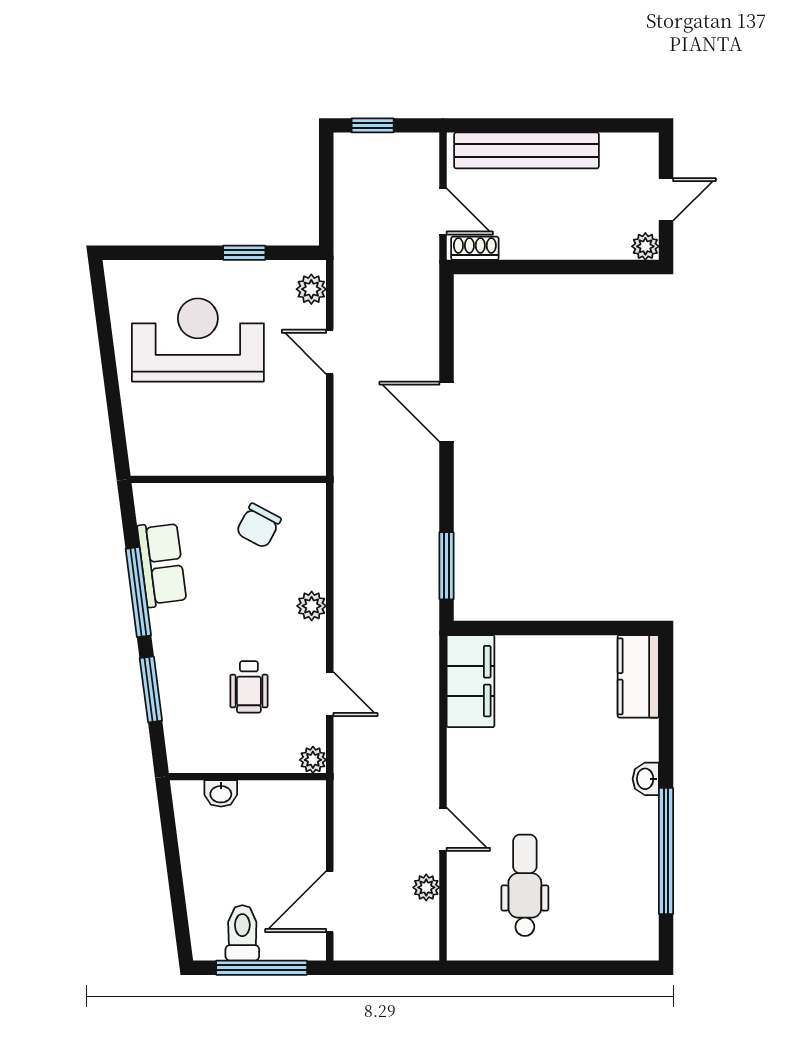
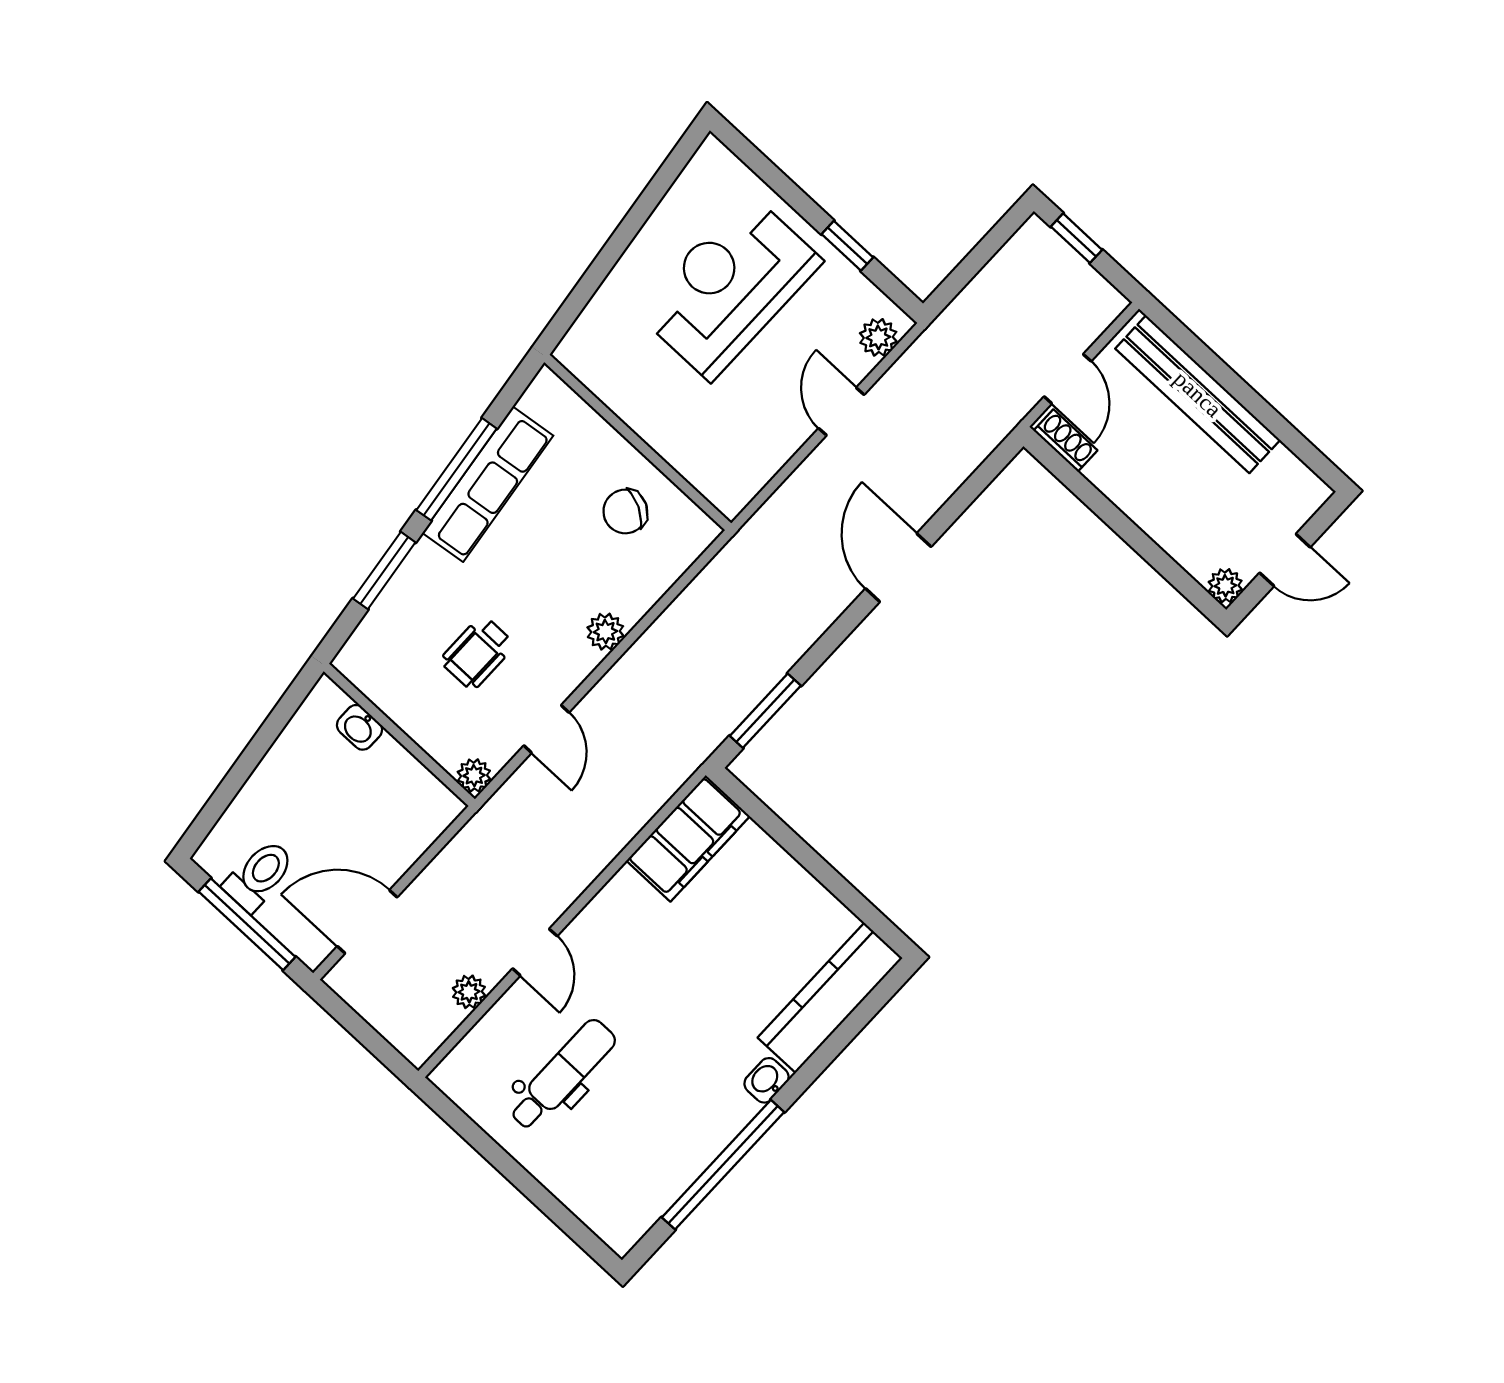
reception desk: (198, 340) -> (729, 287), turned -90
row of seats: (162, 564) -> (488, 484), width x1.48
kitchen counter: (638, 676) -> (830, 998), width x1.50

